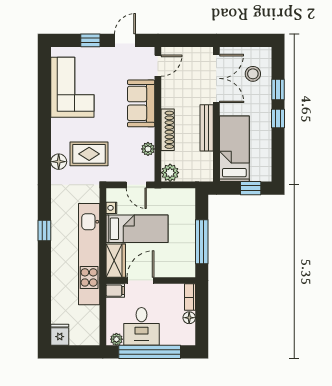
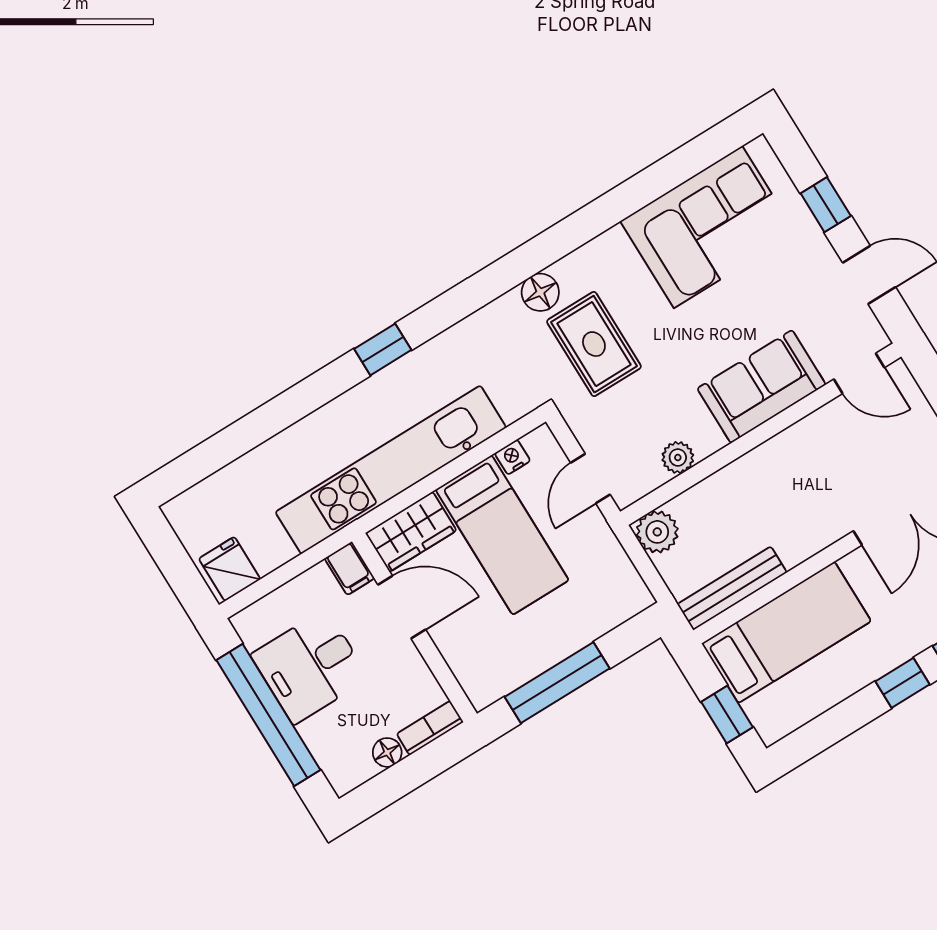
bench: (207, 128) -> (732, 588), moved
shoe rack: (168, 130) -> (741, 473), removed
fridge: (60, 335) -> (230, 569), moved, turned -90
plant: (116, 339) -> (253, 632), removed

